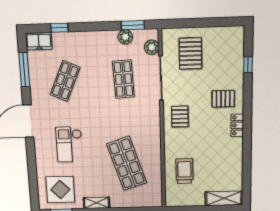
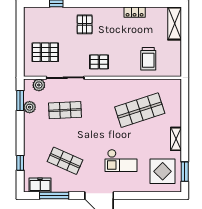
freezer: (39, 41) -> (40, 185), moved, turned -90
locker: (237, 125) -> (135, 12), moved
trolley: (184, 171) -> (148, 59), turned -90

